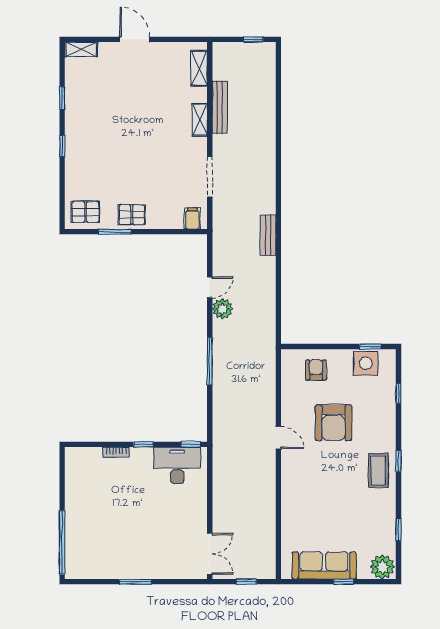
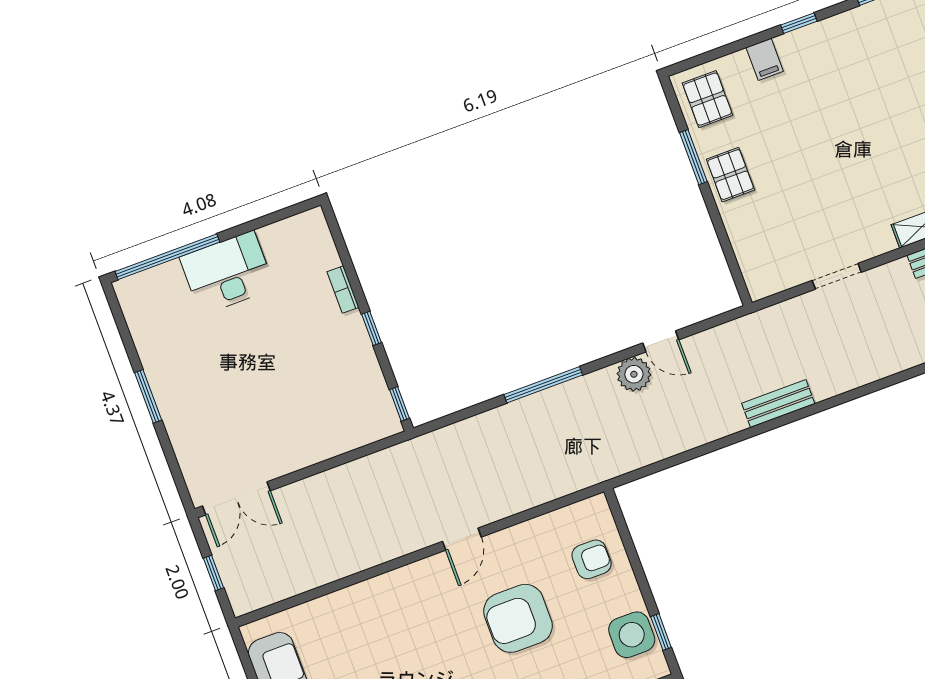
doorway: (210, 177) -> (837, 276), width x0.73
filing cabinet: (192, 219) -> (765, 59), moved, turned 90
desk: (177, 465) -> (227, 273), moved, turned -90

